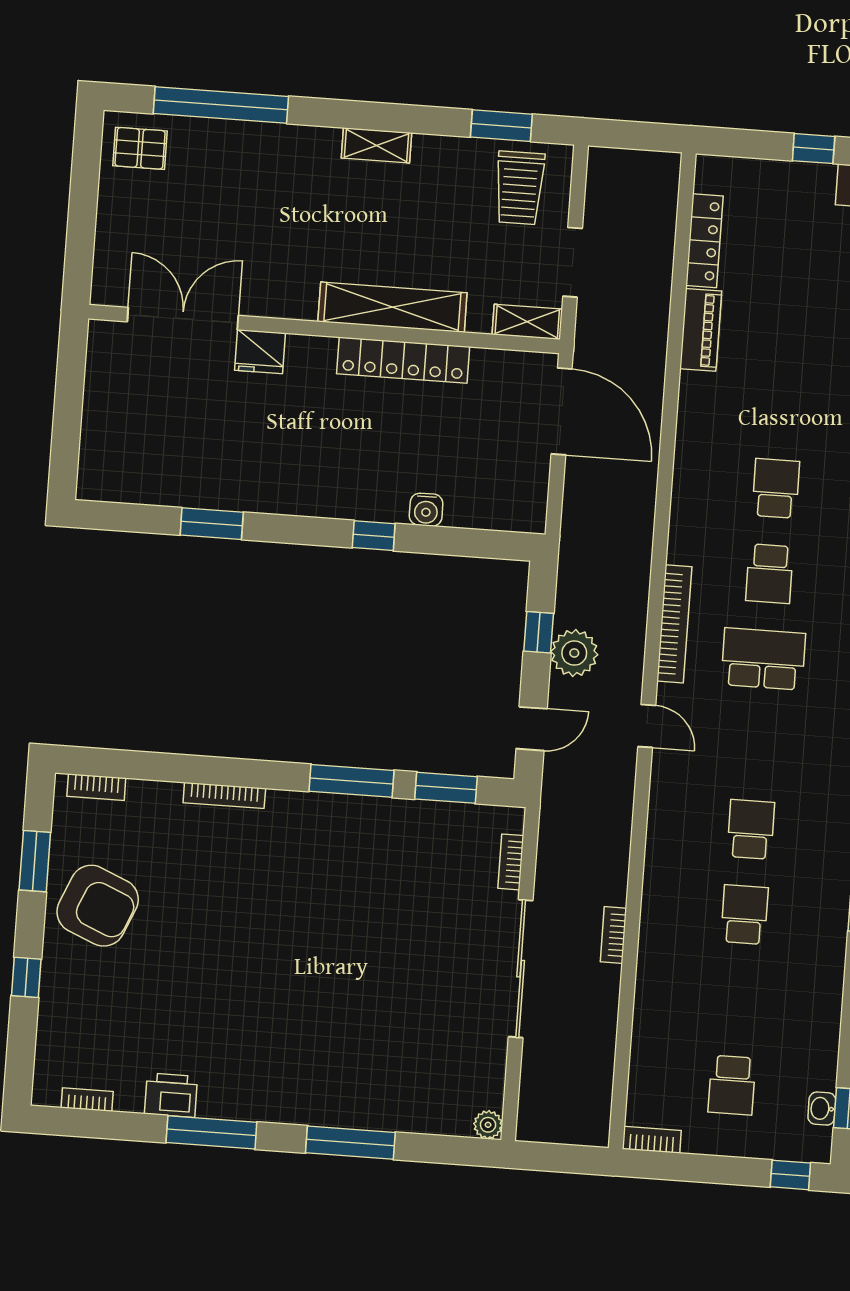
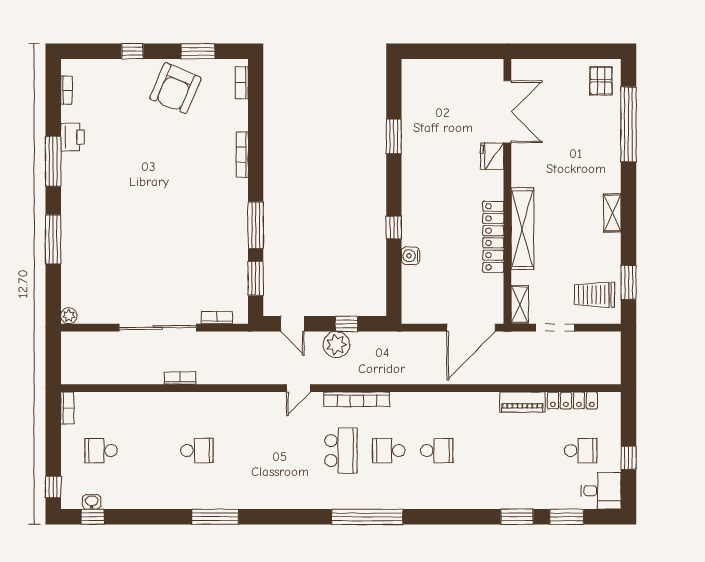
school desk: (751, 829) -> (581, 451), moved

